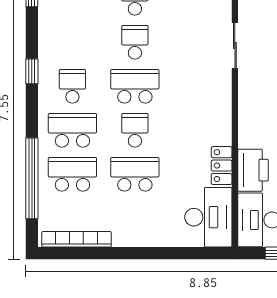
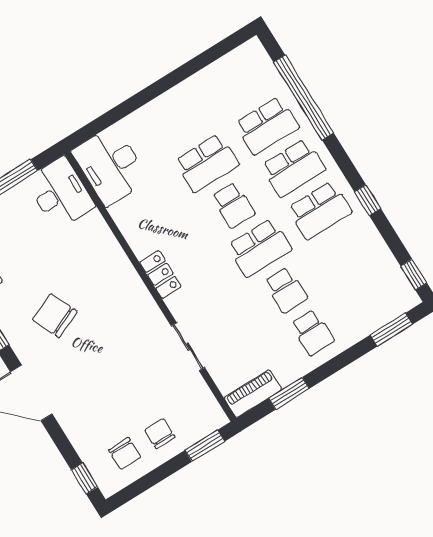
school desk: (72, 86) -> (320, 210), width x1.85
locker: (222, 166) -> (161, 274), moved
printer: (253, 170) -> (96, 238), removed
bookcase: (76, 239) -> (224, 65), removed

